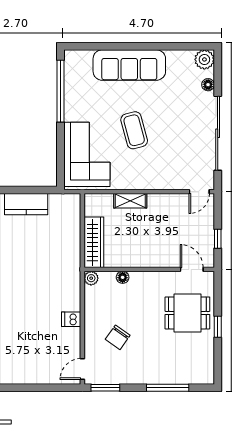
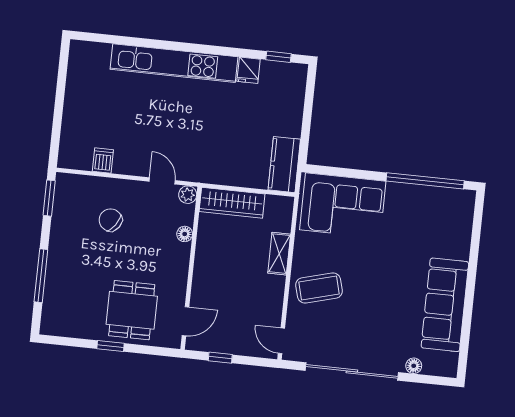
plant: (204, 59) -> (446, 365), removed
sofa: (129, 65) -> (445, 305), moved
coffee table: (134, 130) -> (319, 288), moved
kitchen counter: (26, 204) -> (284, 165), moved
dishwasher: (71, 319) -> (103, 161), moved
door: (82, 369) -> (162, 181), moved

